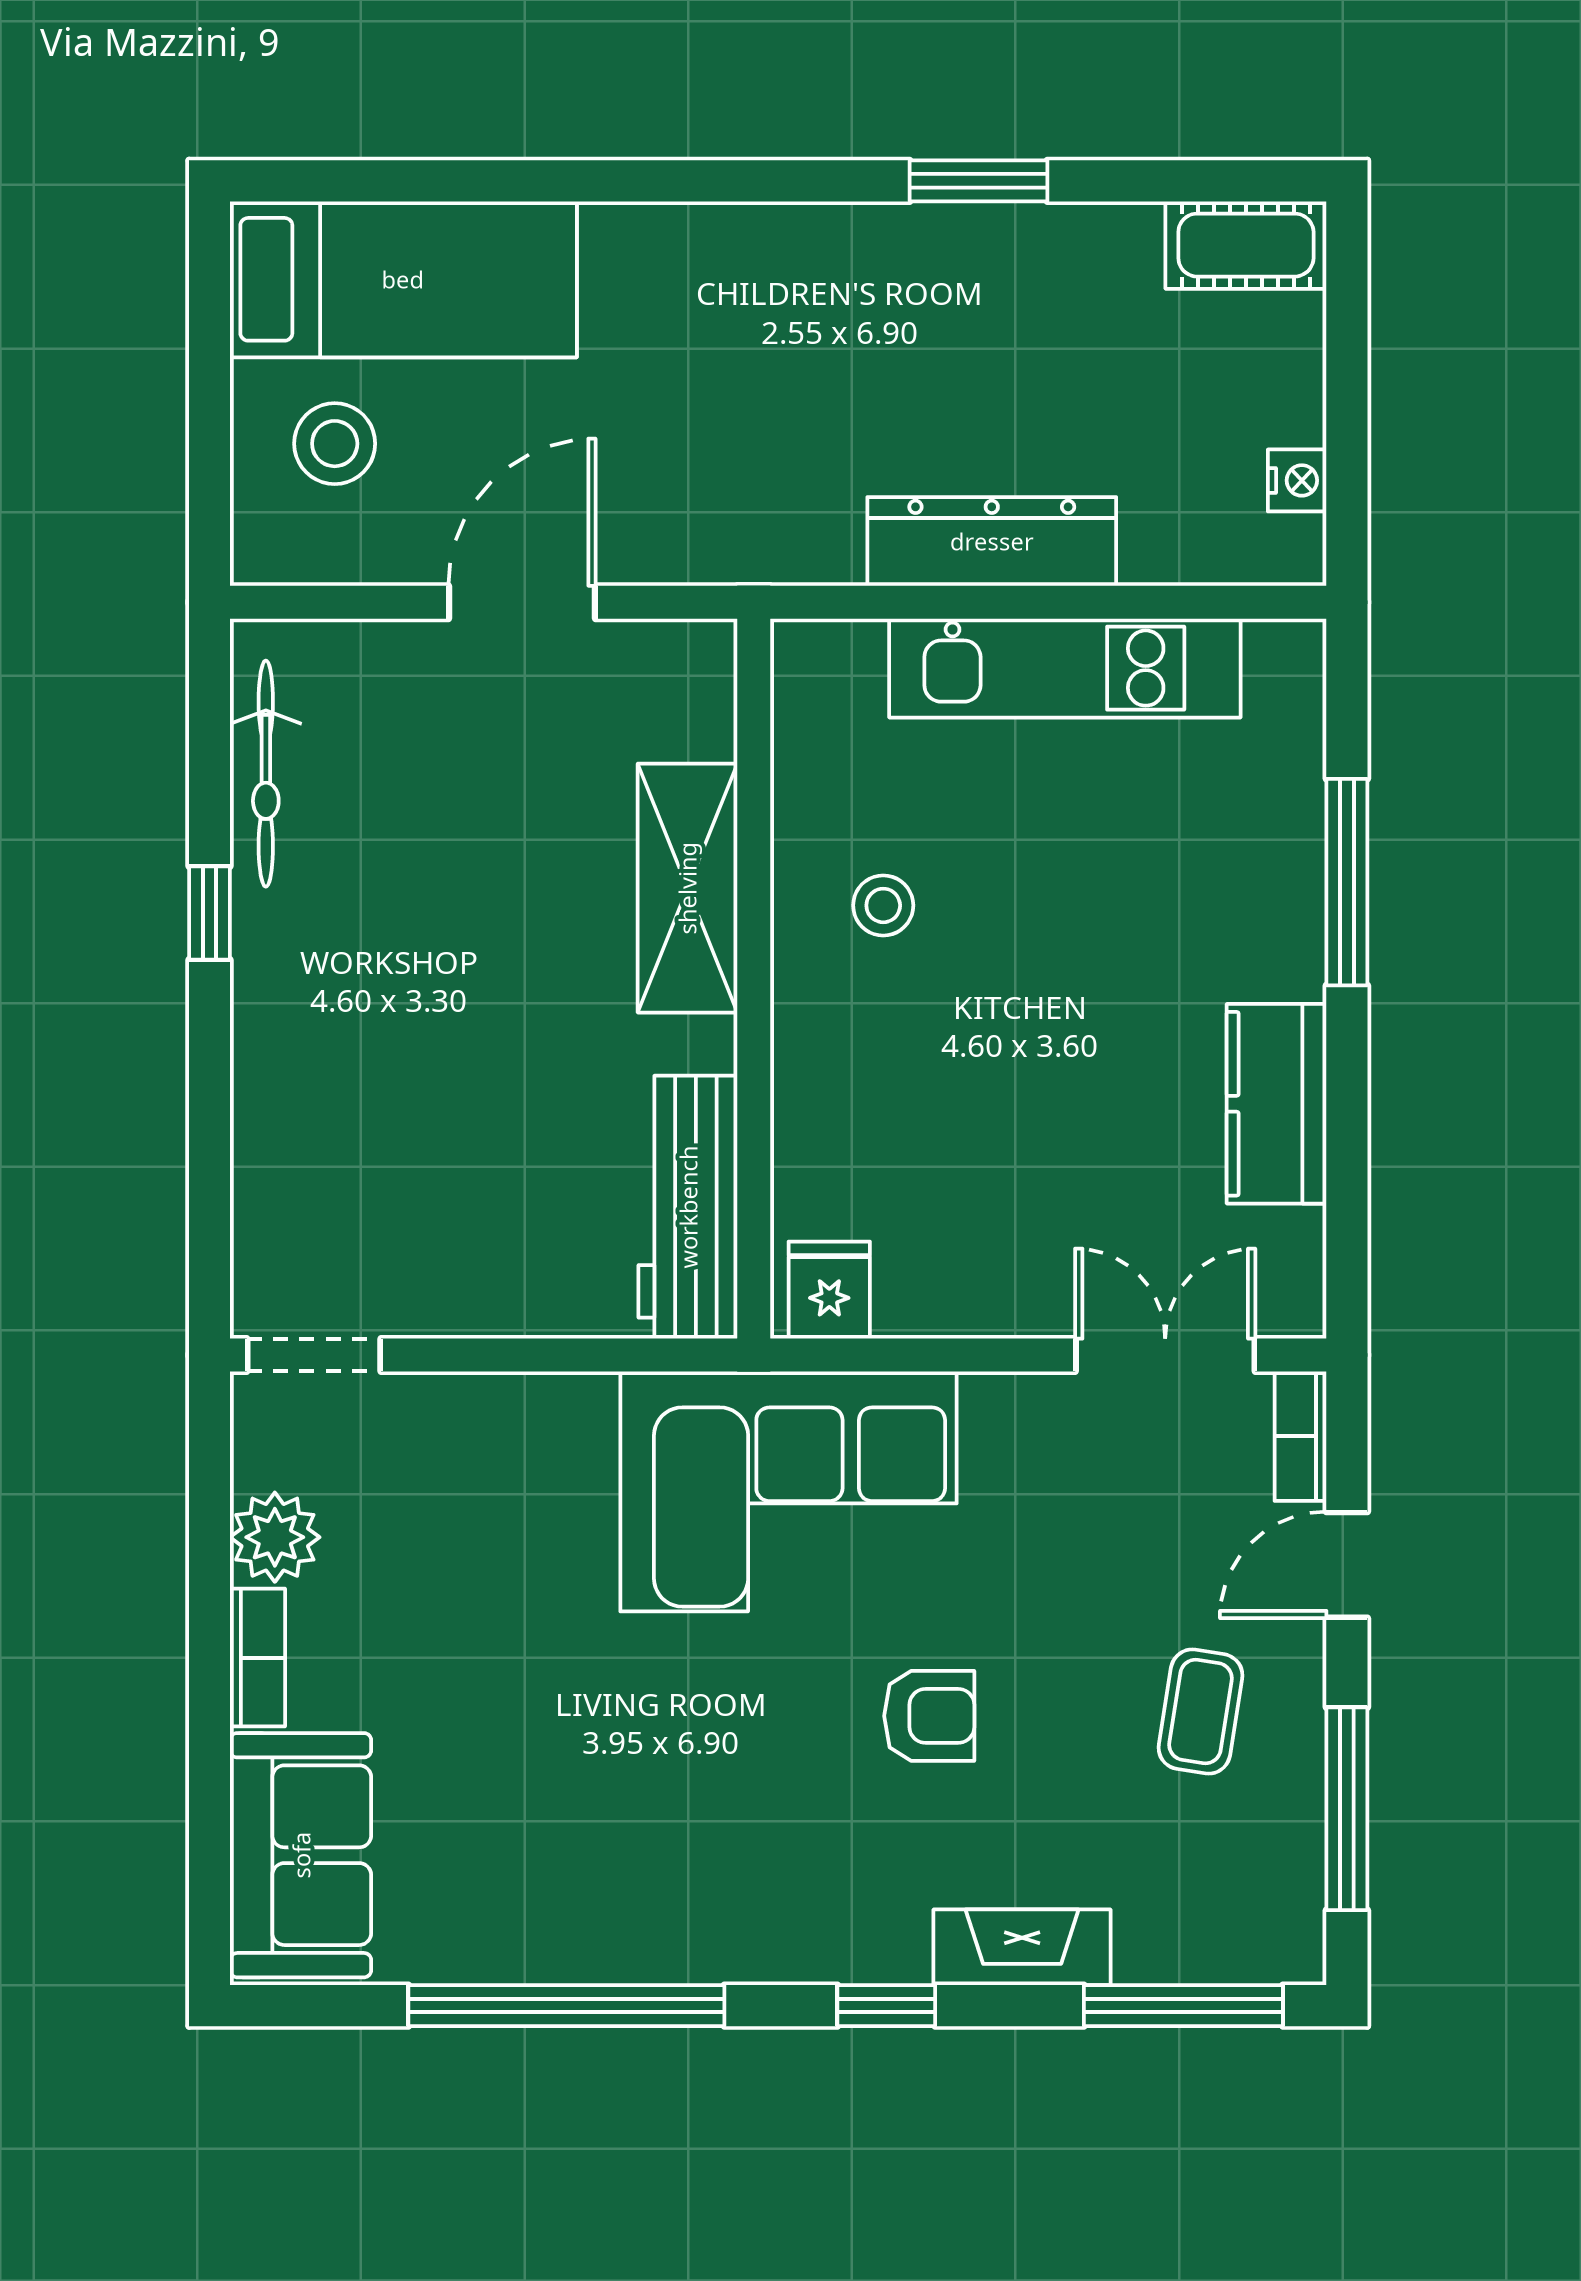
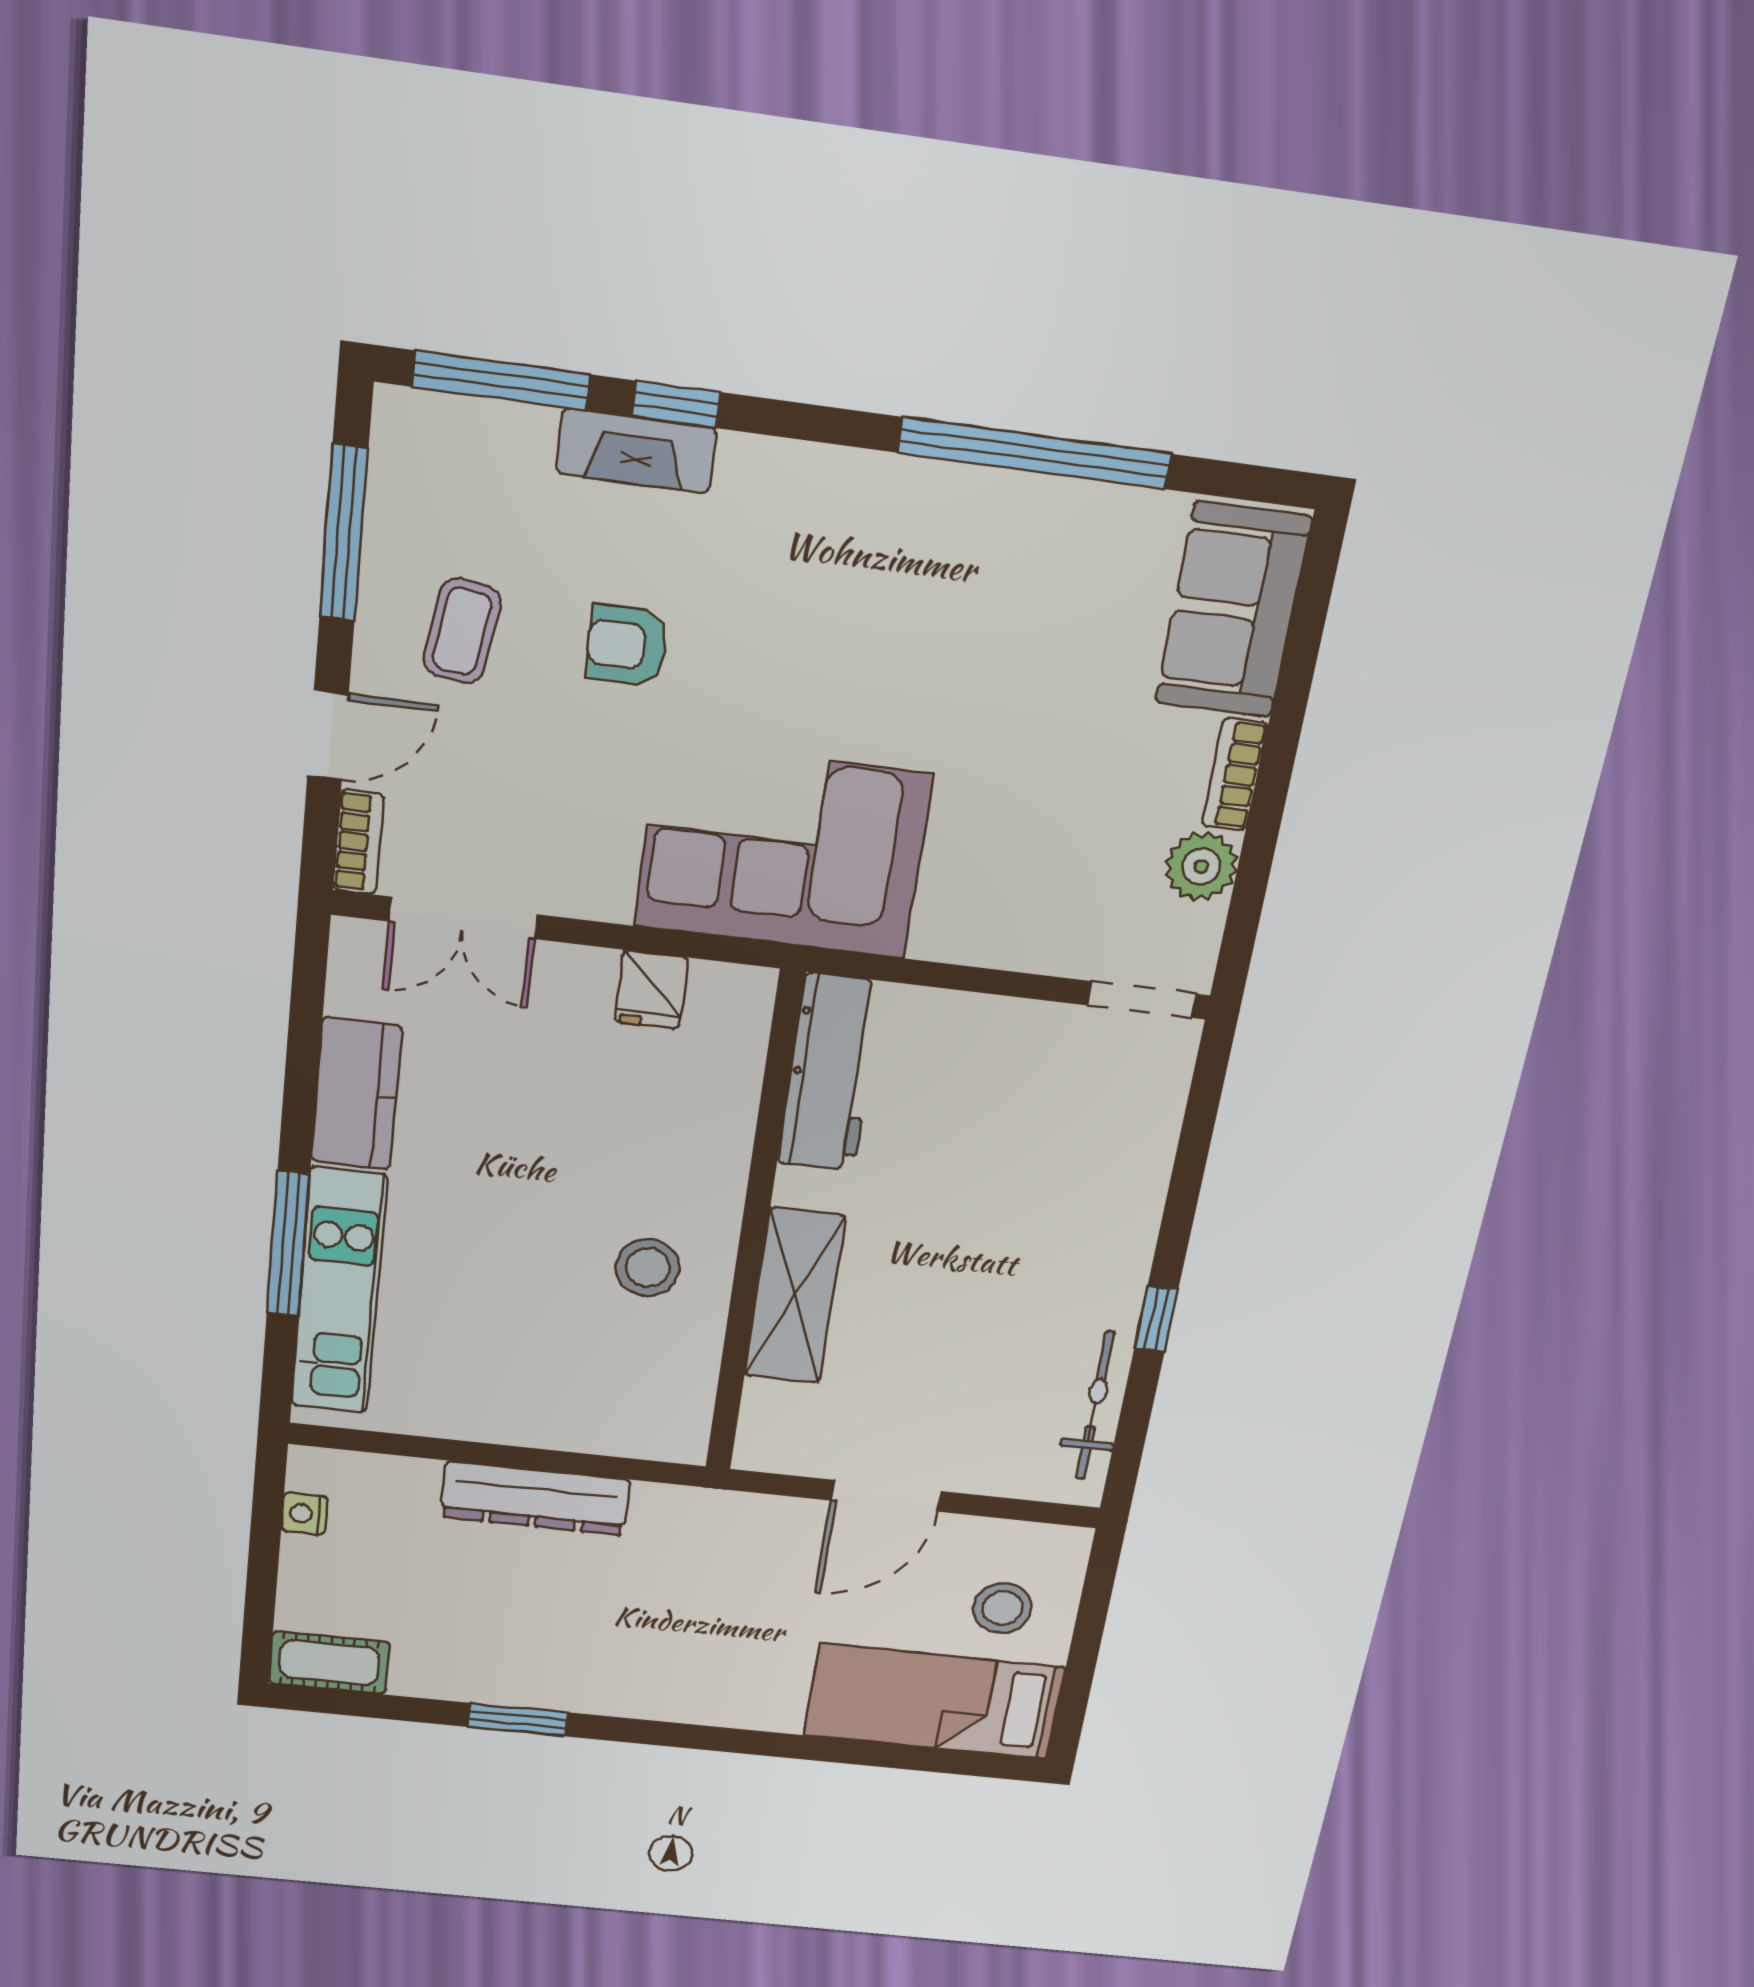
kitchen unit: (1065, 668) -> (339, 1291), moved, turned 90
stool: (883, 905) -> (648, 1268), width x1.37, depth x1.37
fridge: (829, 1290) -> (651, 990), moved
armchair: (929, 1716) -> (627, 645), moved
window: (886, 2006) -> (676, 404), moved

